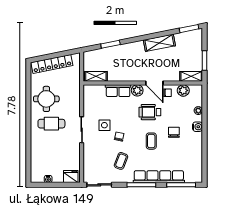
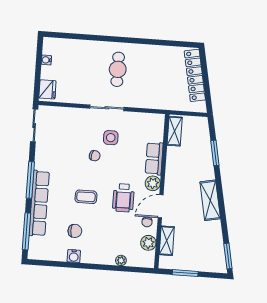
shelving: (159, 43) -> (210, 200), moved
shelving: (191, 76) -> (167, 241), moved
round table: (46, 99) -> (150, 65), removed
wheelchair: (150, 112) -> (123, 198), turned 180
water cooler: (198, 127) -> (74, 256), moved
chair: (174, 132) -> (75, 231), moved
coffee table: (121, 161) -> (63, 156), removed

